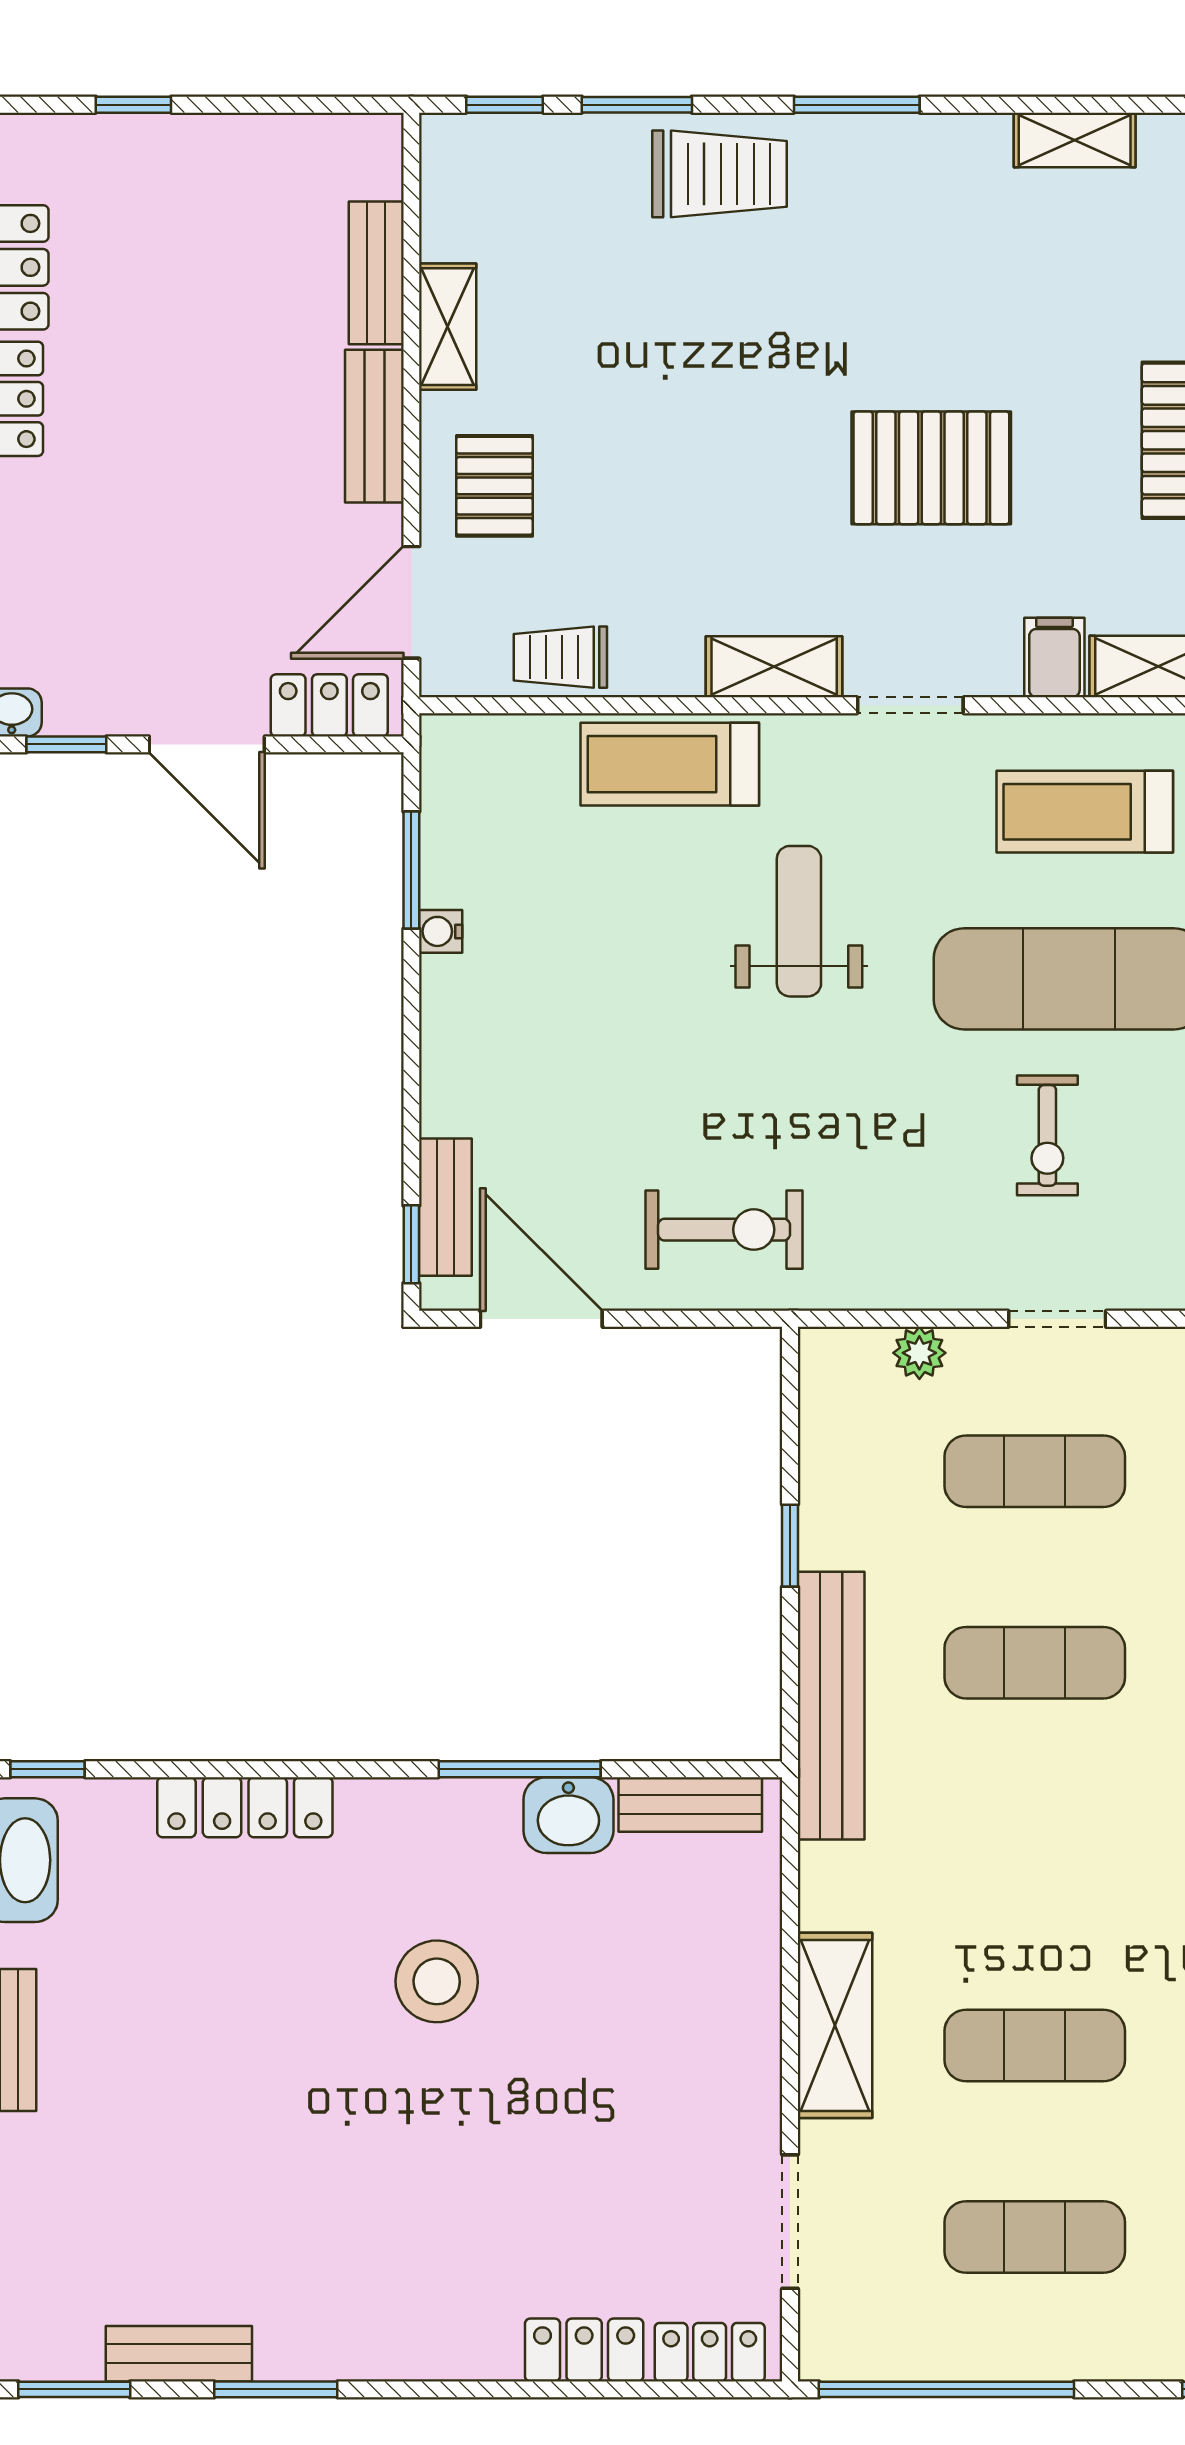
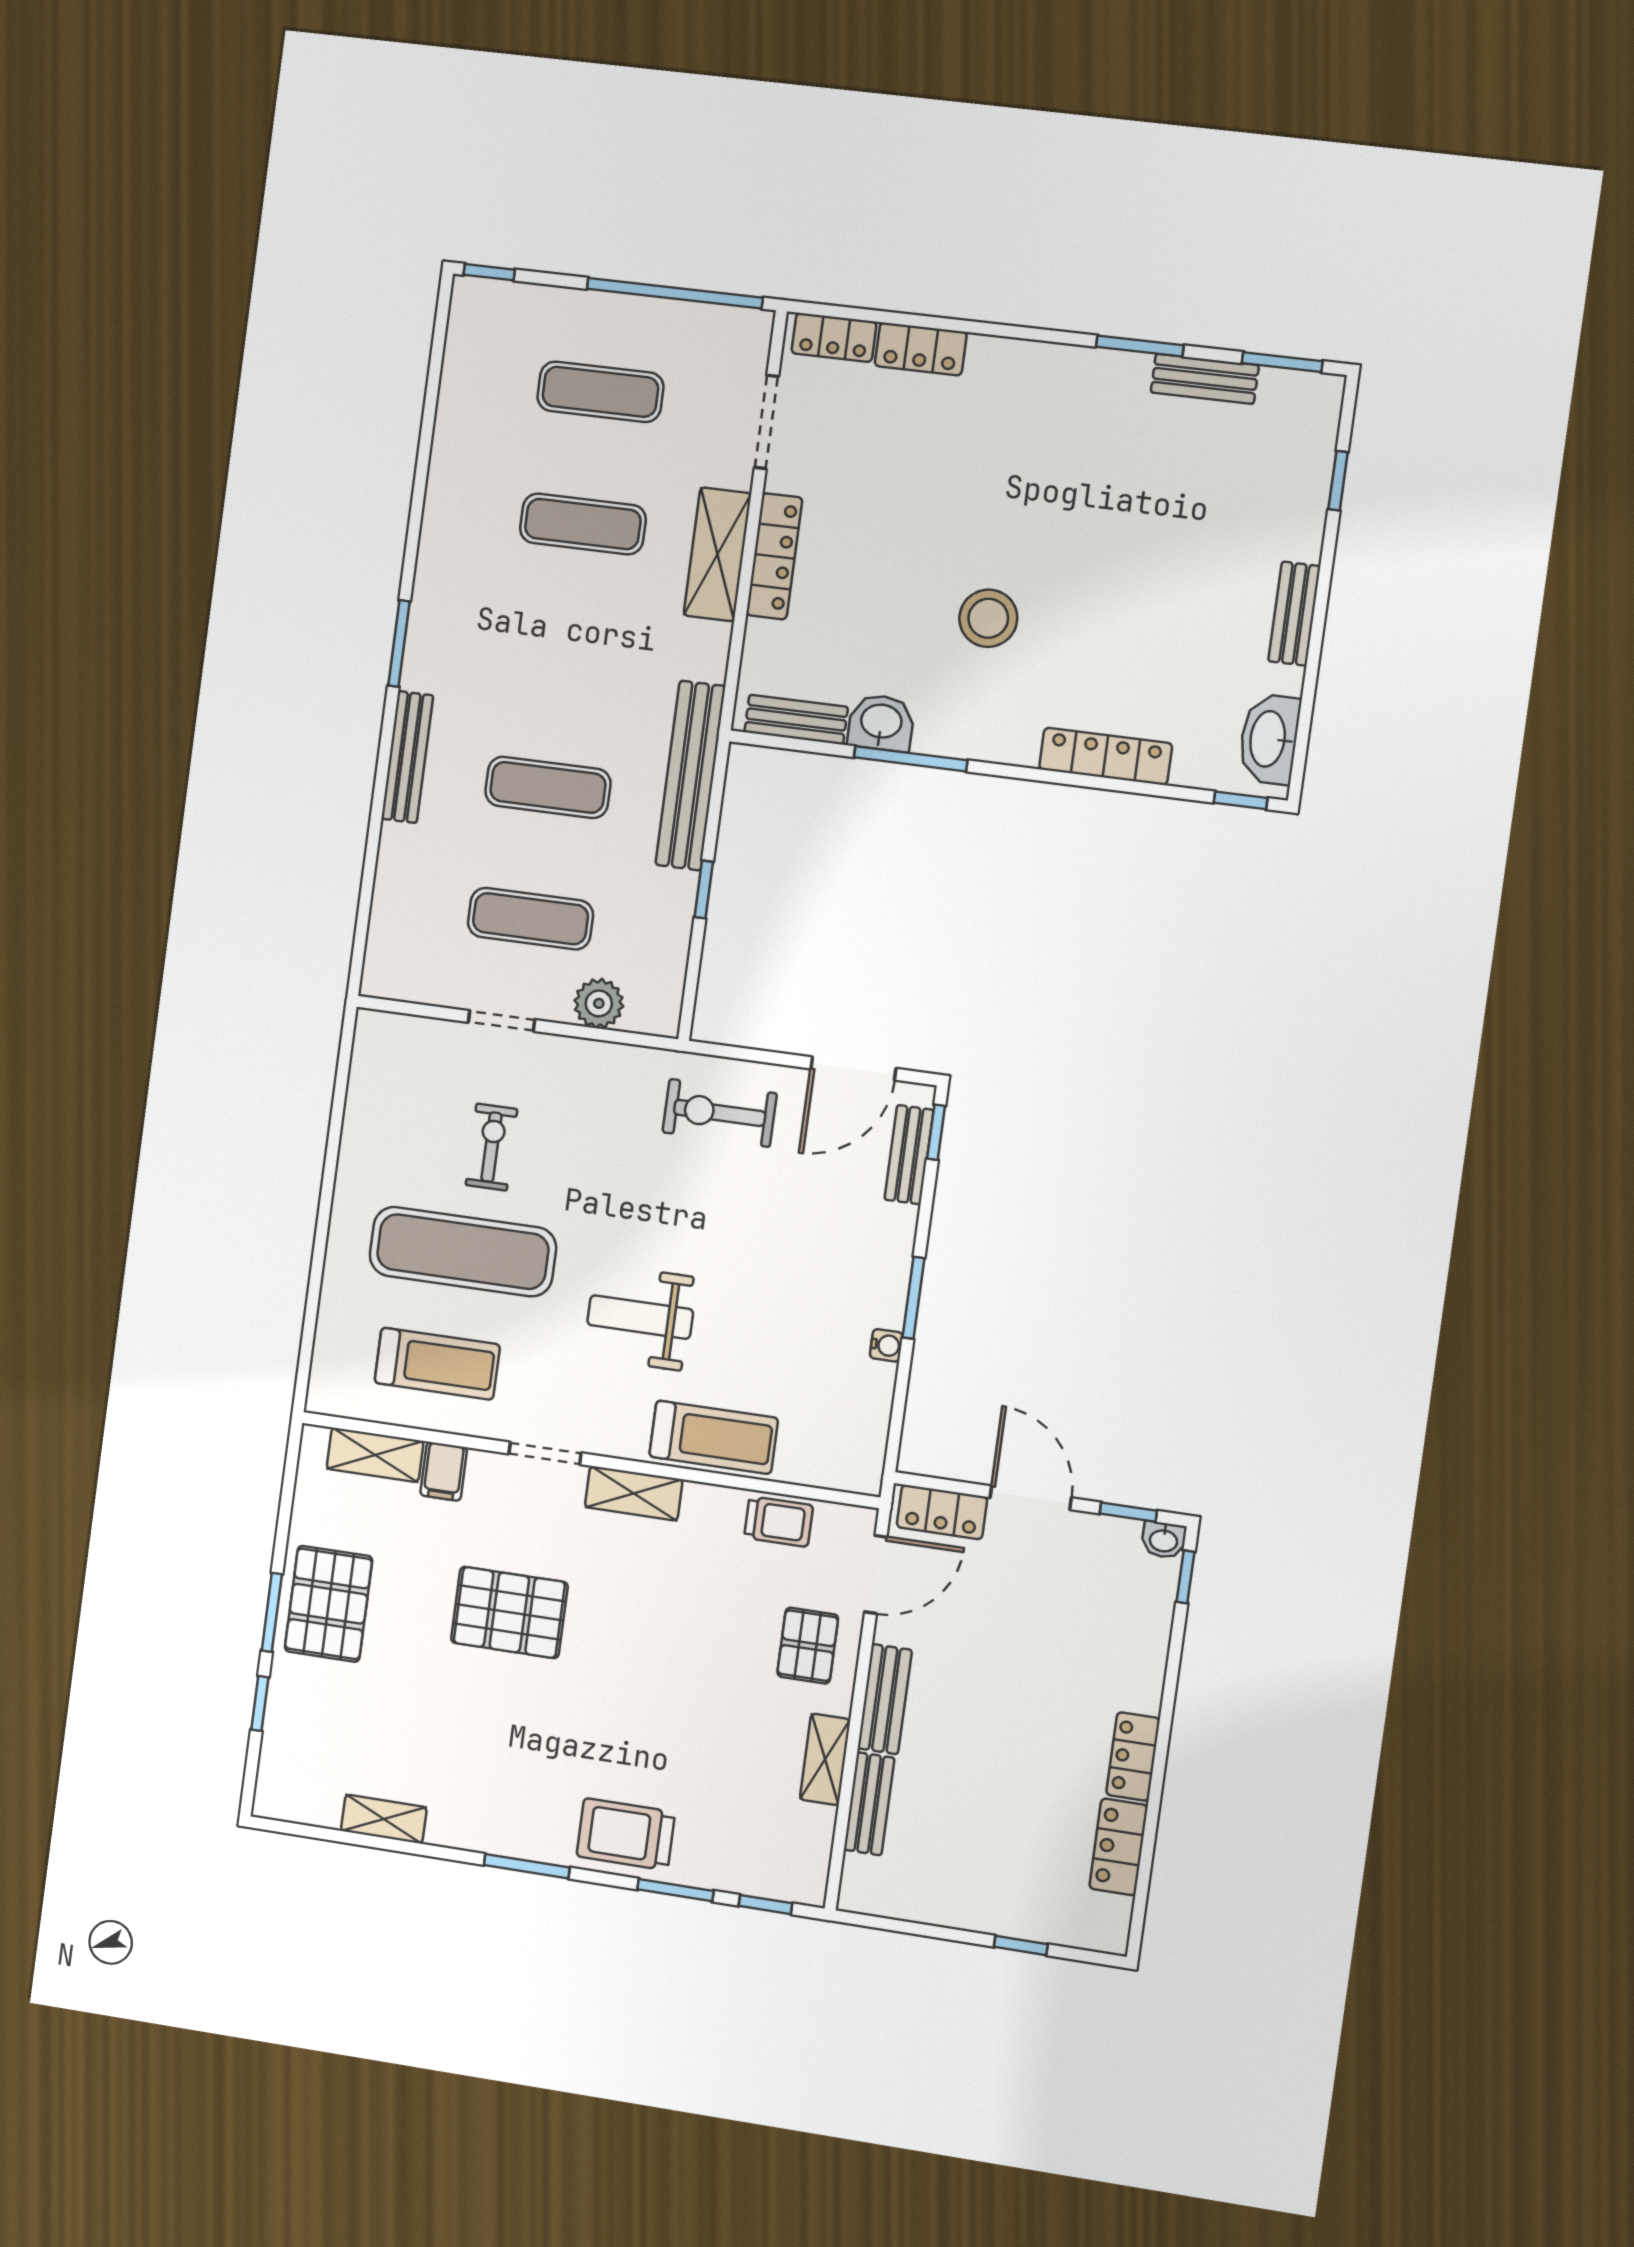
window: (411, 870) -> (913, 1298), moved
weight bench: (799, 921) -> (640, 1317), turned 90
door: (541, 1319) -> (853, 1069), hinge flipped
plant: (919, 1353) -> (599, 1003), width x1.38, depth x1.38
locker: (753, 2032) -> (774, 556), added

